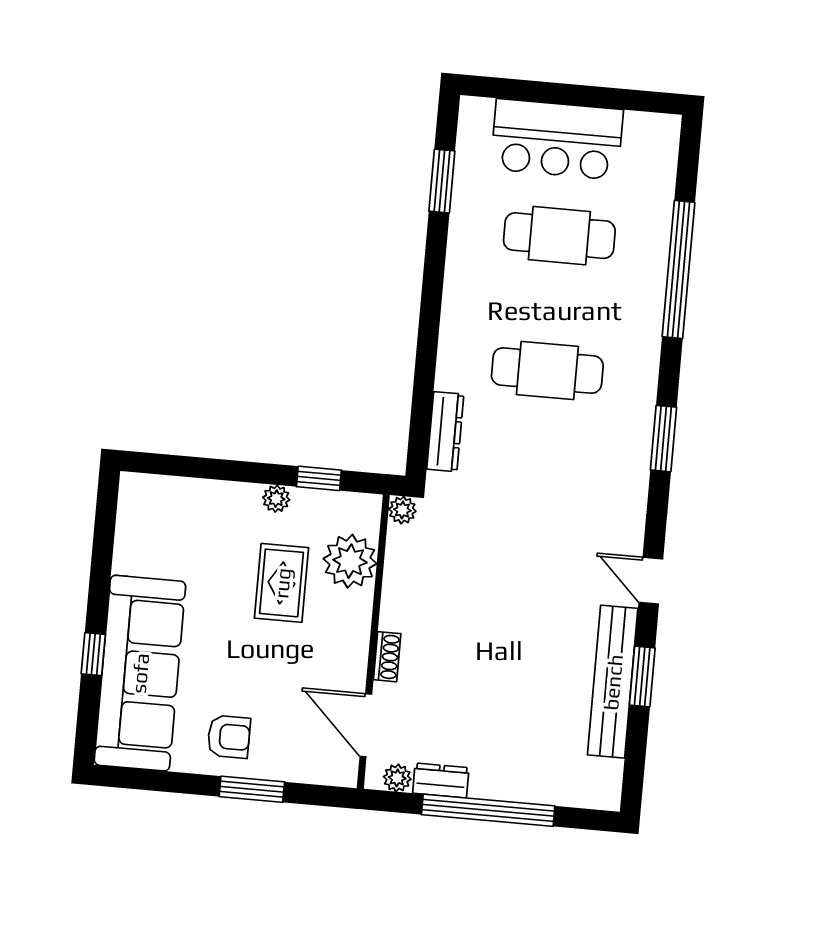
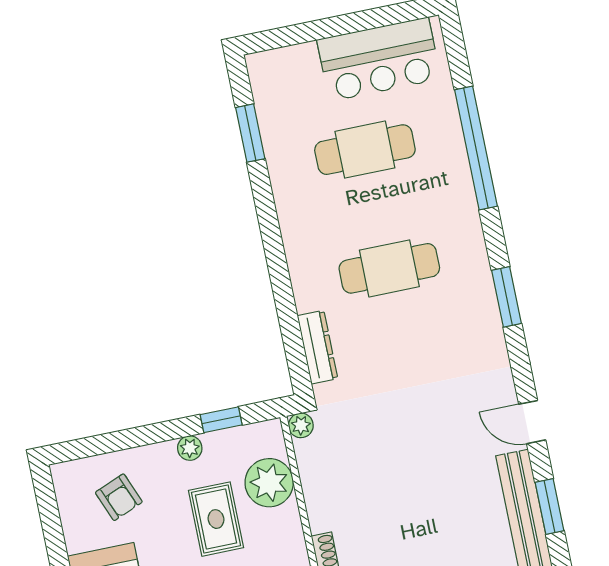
bar counter: (557, 139) -> (379, 59), moved
armchair: (185, 528) -> (119, 497), added

